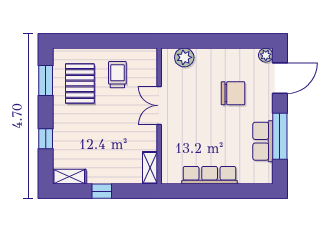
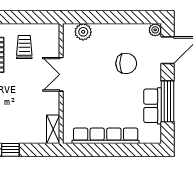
row of seats: (210, 175) -> (106, 136), width x1.36

